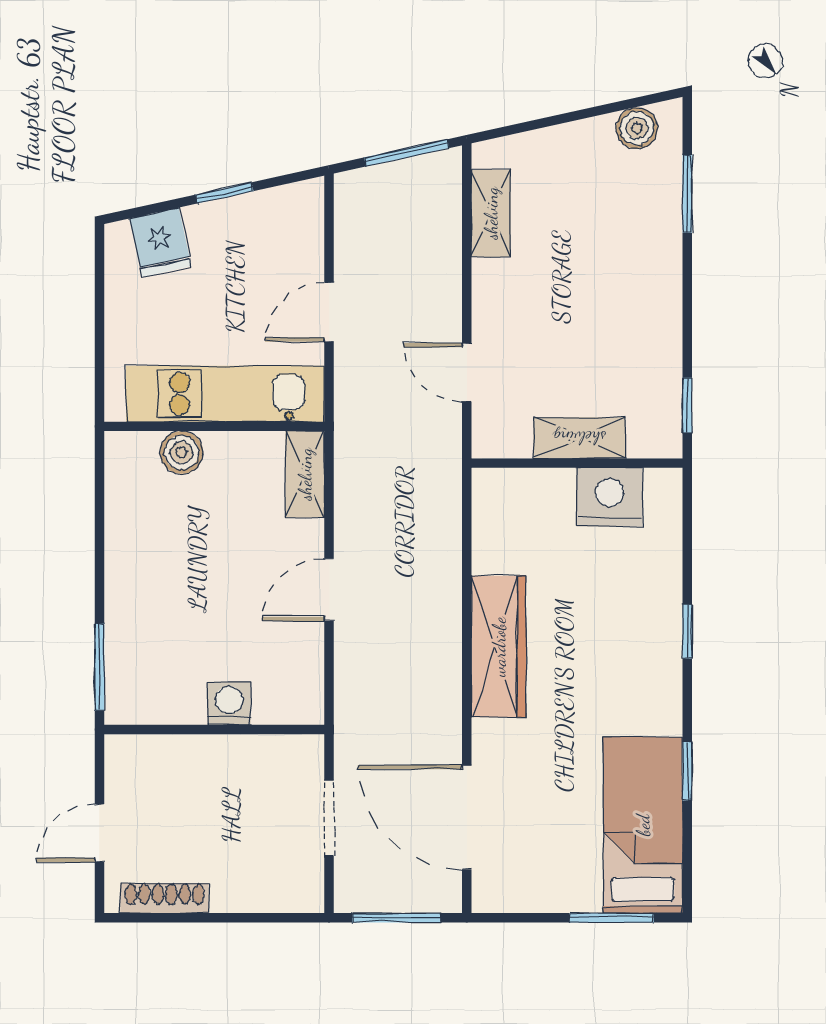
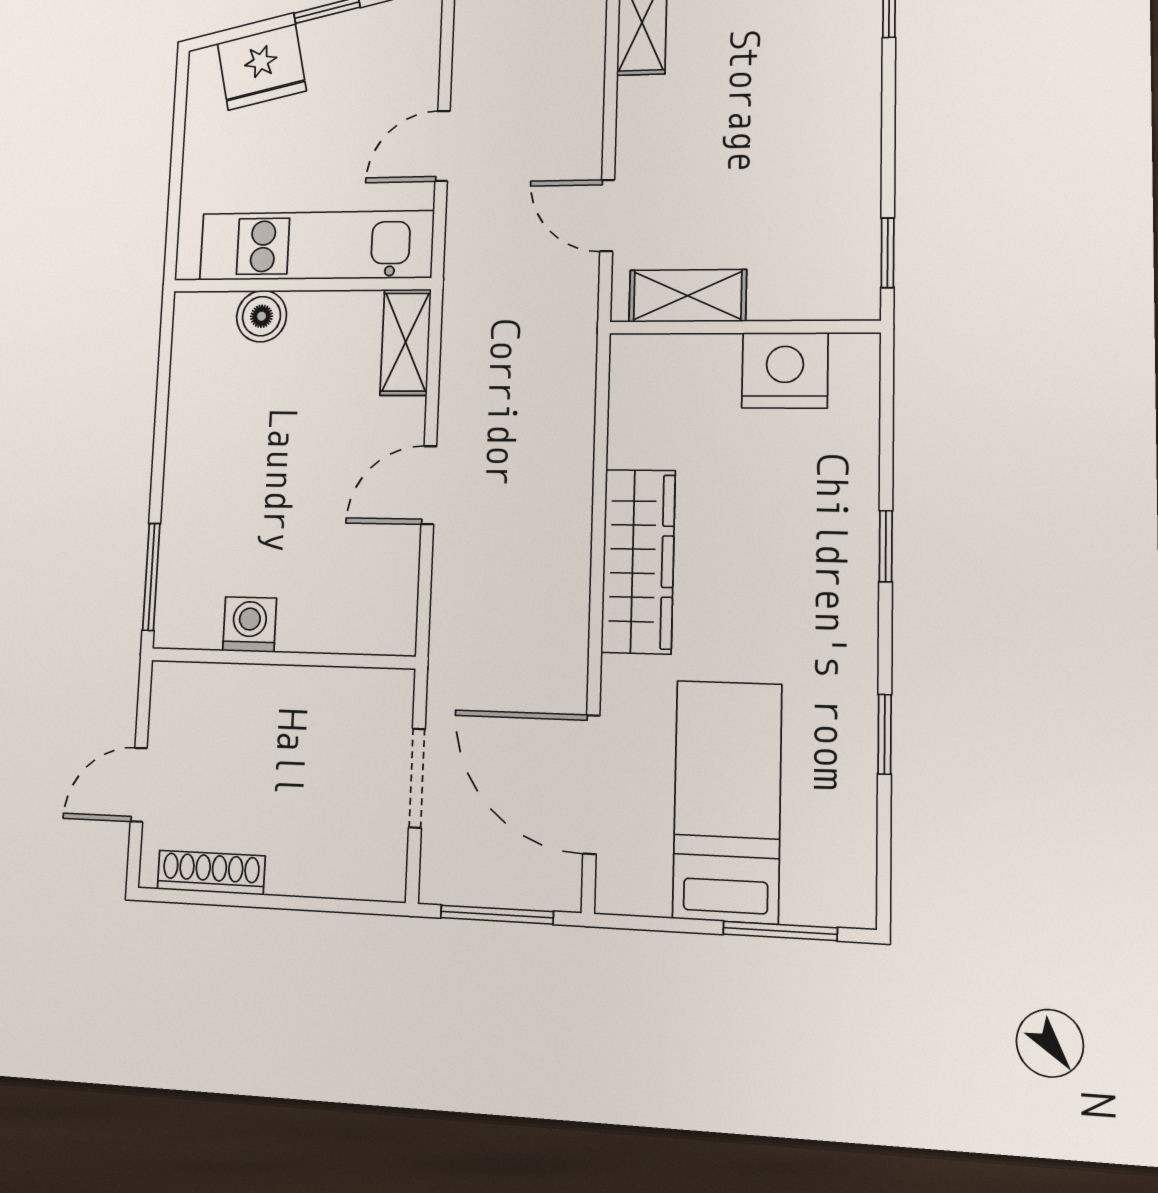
fridge: (160, 242) -> (262, 67), width x1.38
shelving: (579, 438) -> (688, 296), moved
washing machine: (229, 703) -> (250, 624), moved
bed: (643, 825) -> (727, 801), moved

